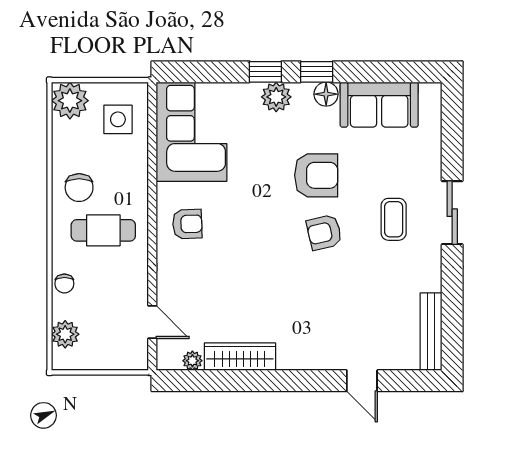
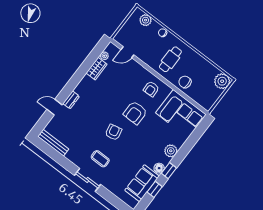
window: (265, 72) -> (155, 189), moved
side table: (118, 119) -> (204, 92), removed
armchair: (316, 175) -> (135, 113), moved
chair: (79, 188) -> (185, 82), moved
wardrobe: (240, 357) -> (97, 69), width x0.67
dresser: (324, 360) -> (71, 100), added

